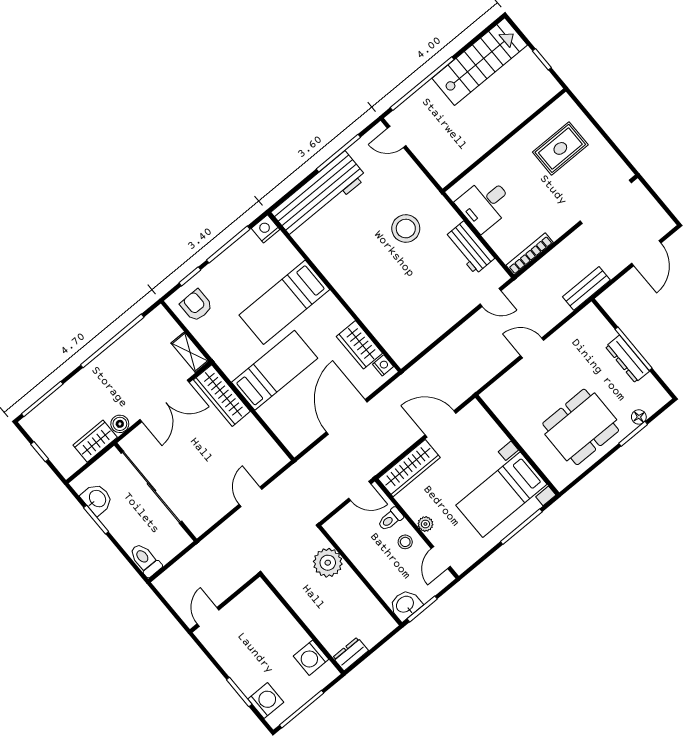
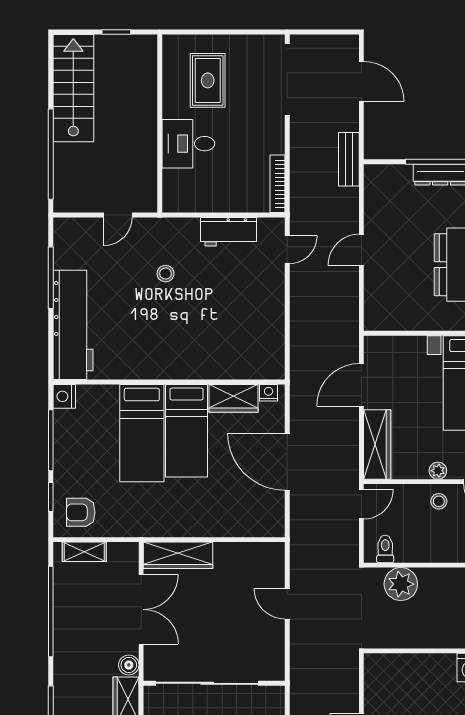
door: (397, 137) -> (118, 215), moved
desk: (485, 204) -> (188, 144), moved, turned 90
stool: (406, 229) -> (166, 274), width x0.53, depth x0.53
shelving: (190, 352) -> (84, 552), moved
bed: (275, 370) -> (187, 431), moved, turned 180
toilet: (390, 519) -> (385, 549), moved, turned 180

